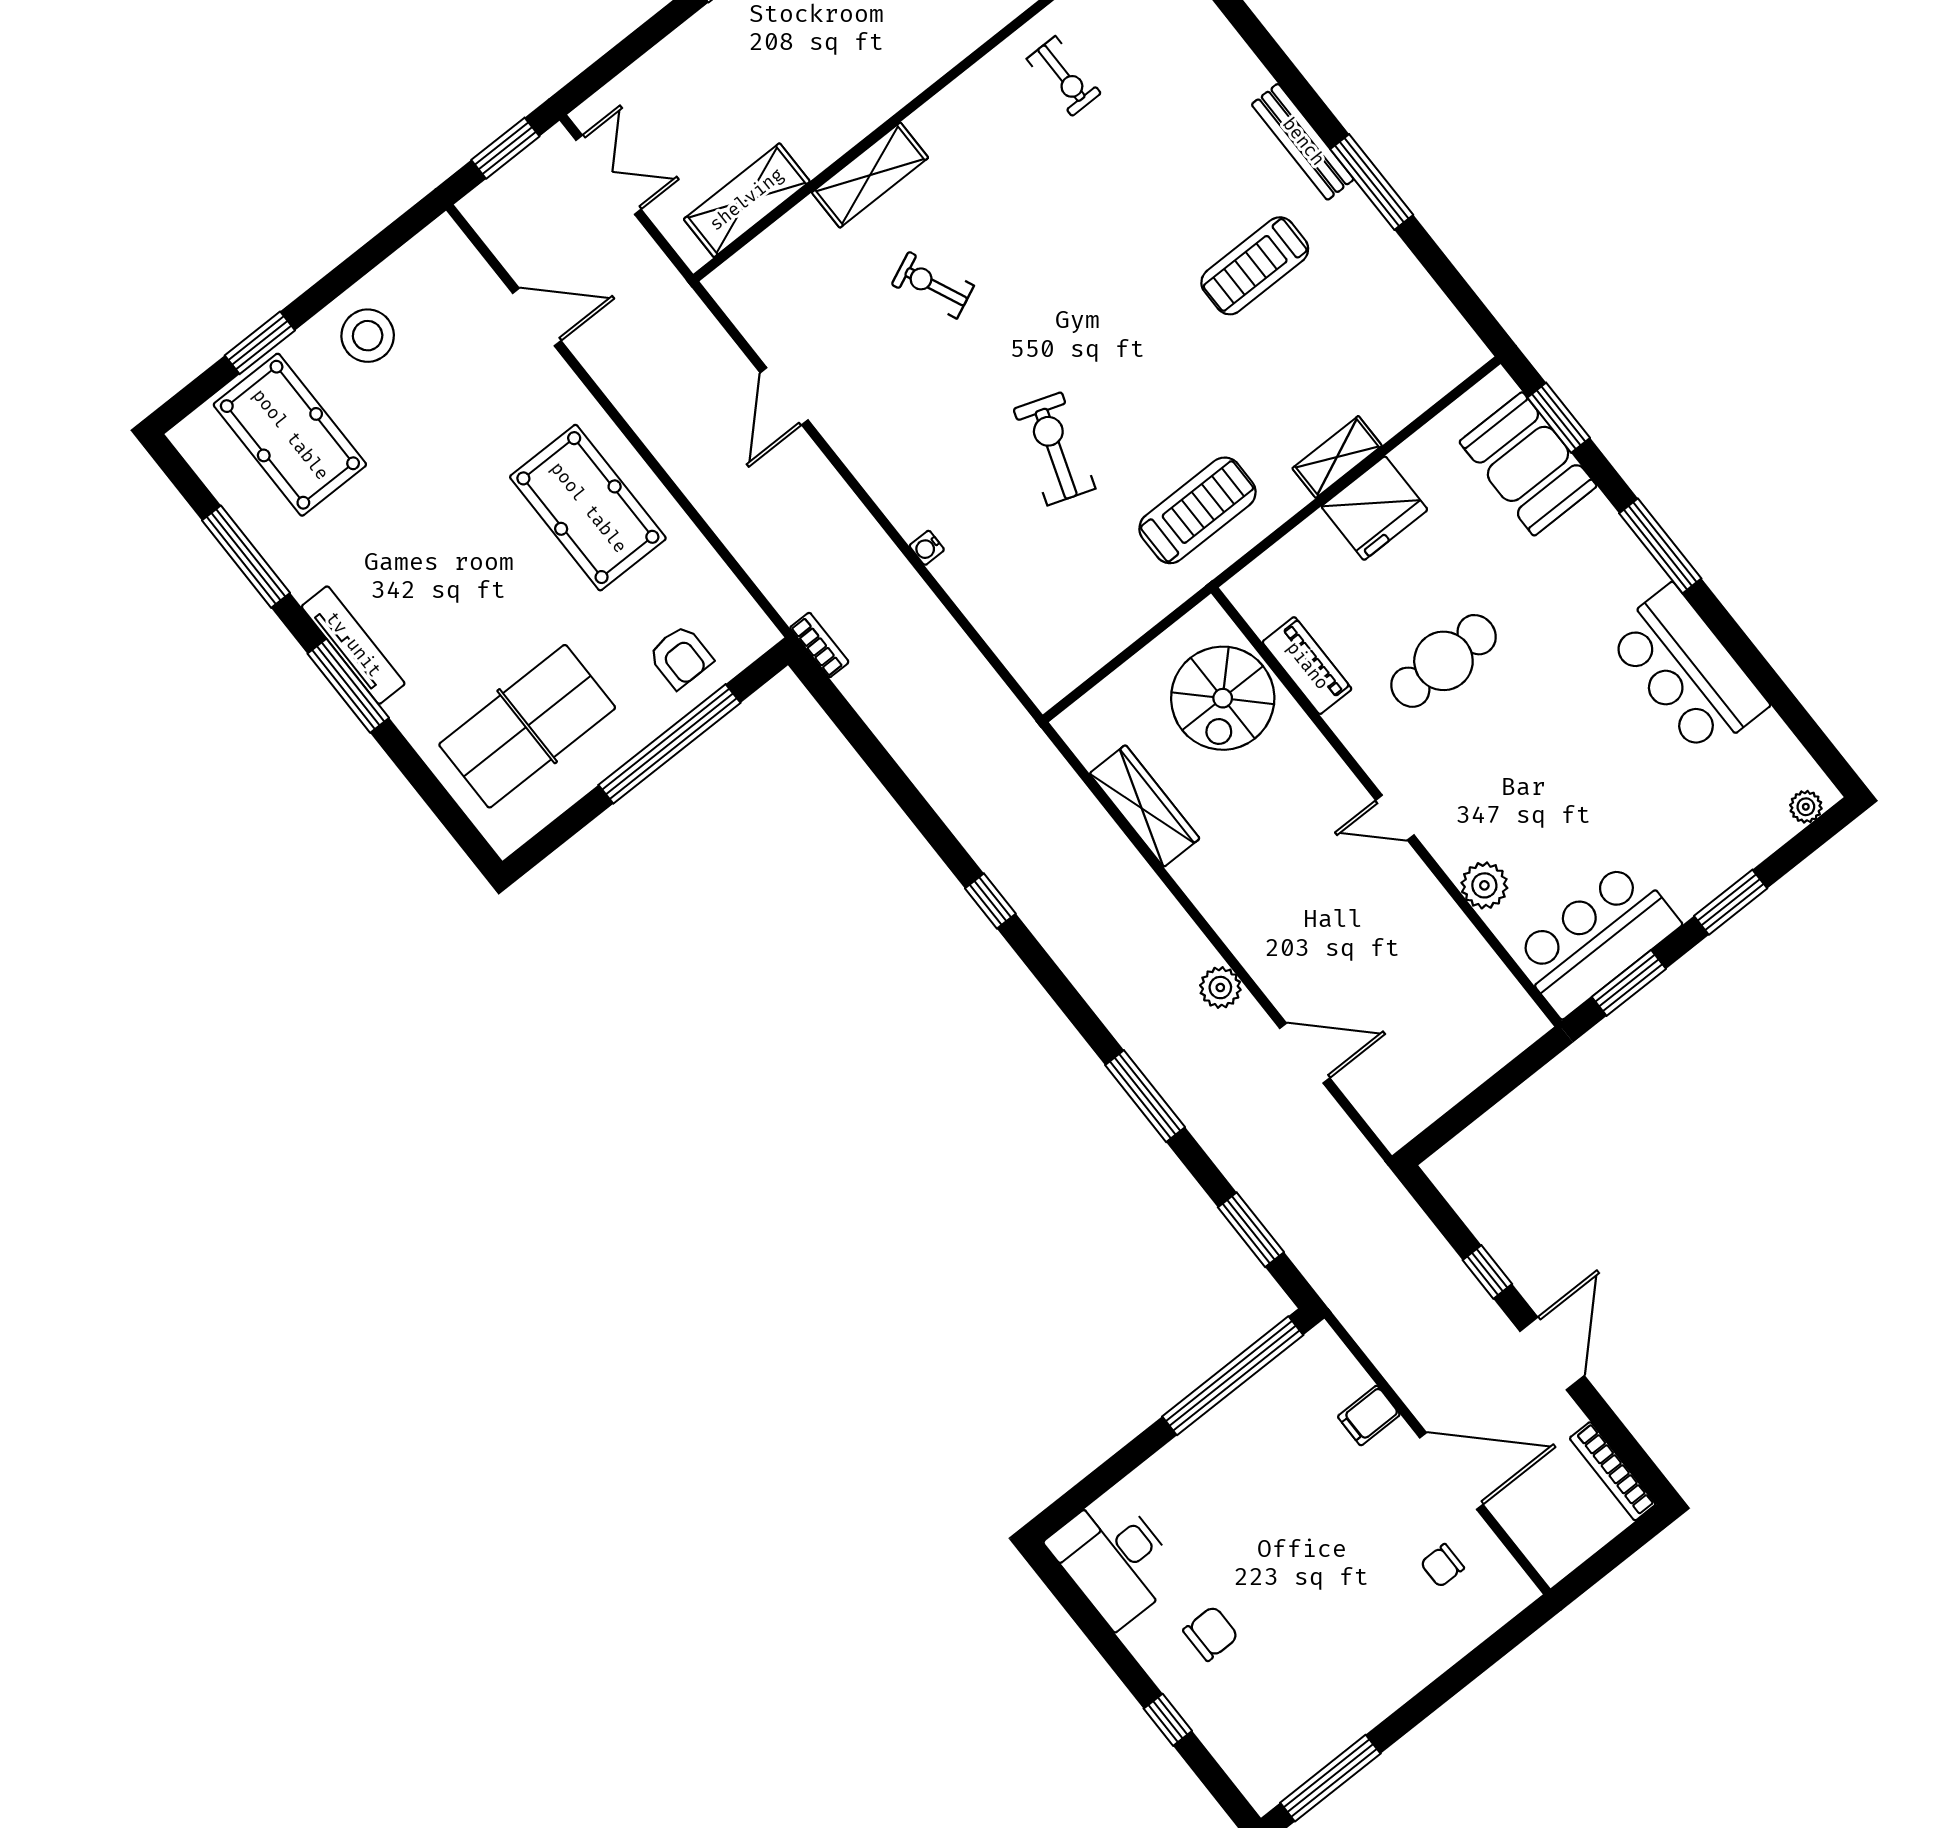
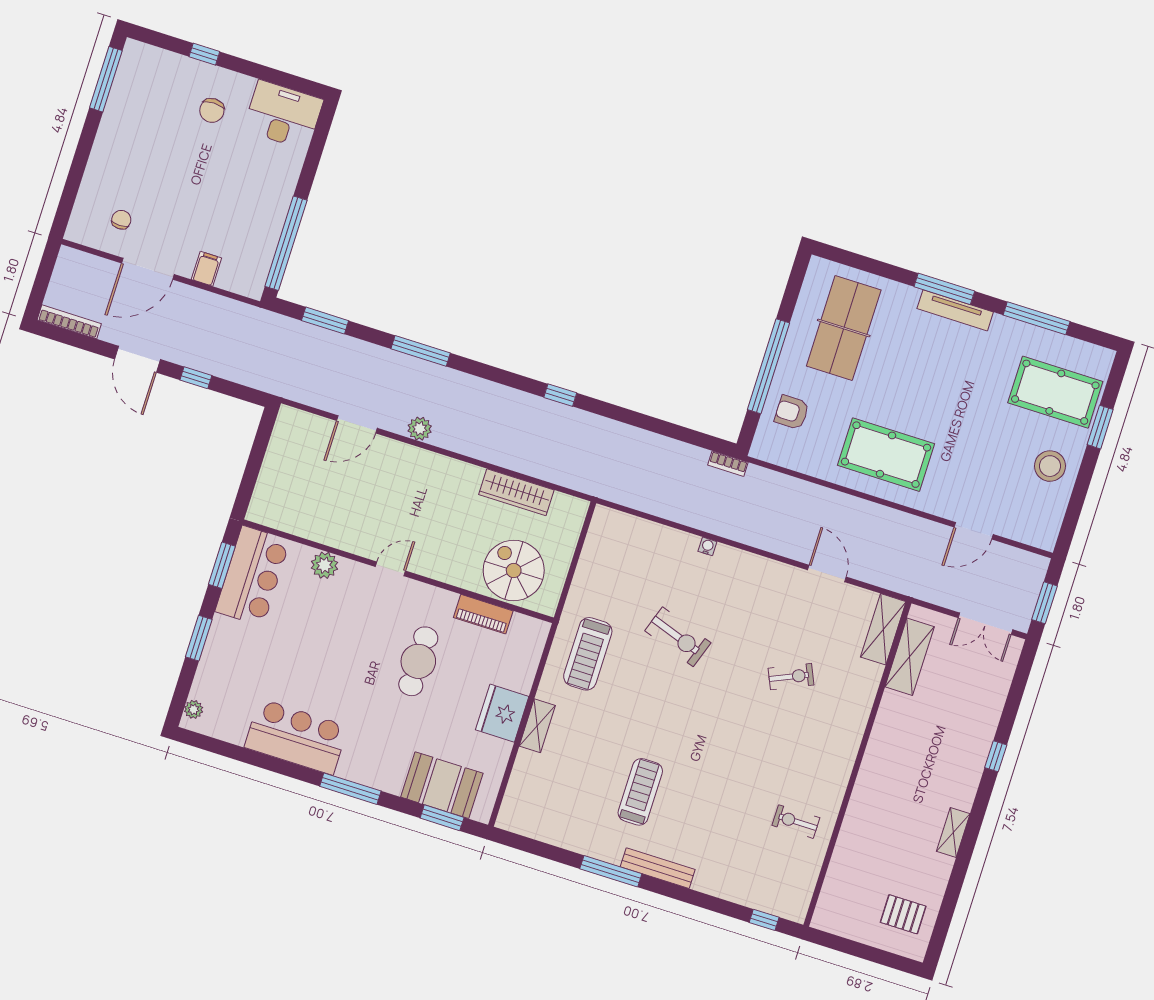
shelving: (870, 175) -> (883, 629), moved

